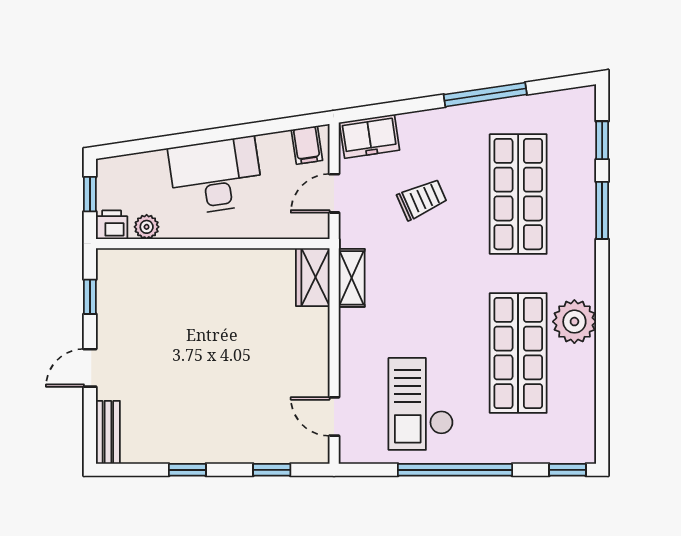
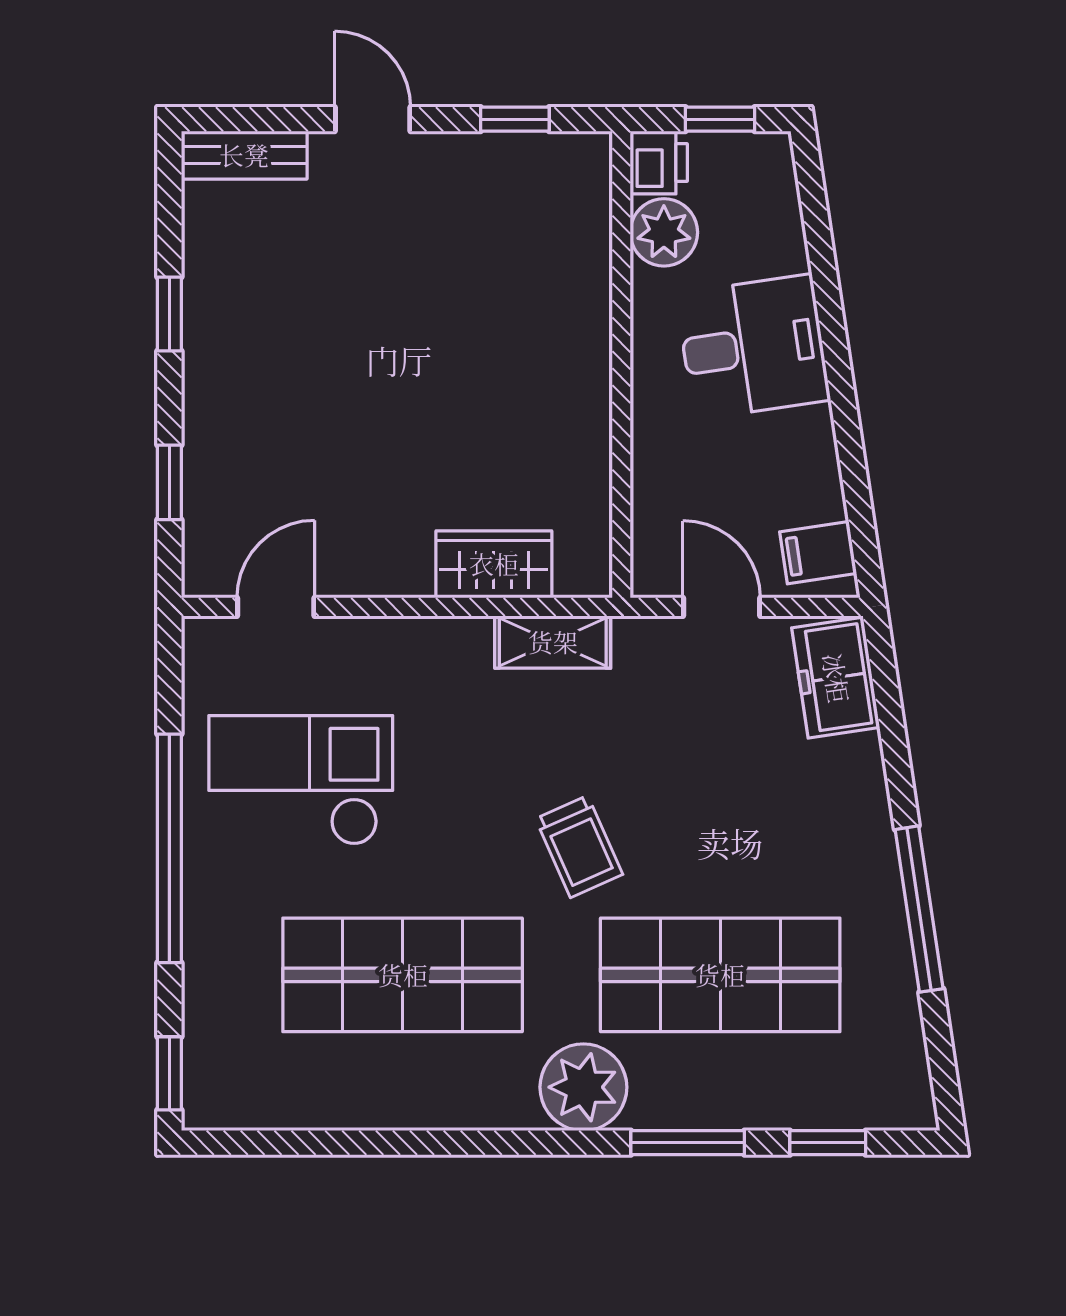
desk: (216, 176) -> (753, 347), width x0.73
trolley: (422, 199) -> (579, 847), moved
plant: (147, 227) -> (664, 232), width x1.38, depth x1.38
wardrobe: (313, 277) -> (494, 564), moved
plant: (574, 322) -> (583, 1087), moved

